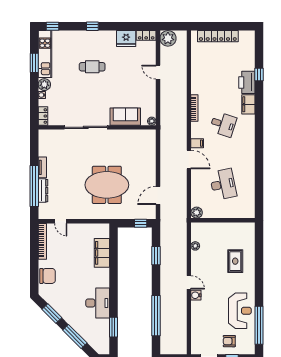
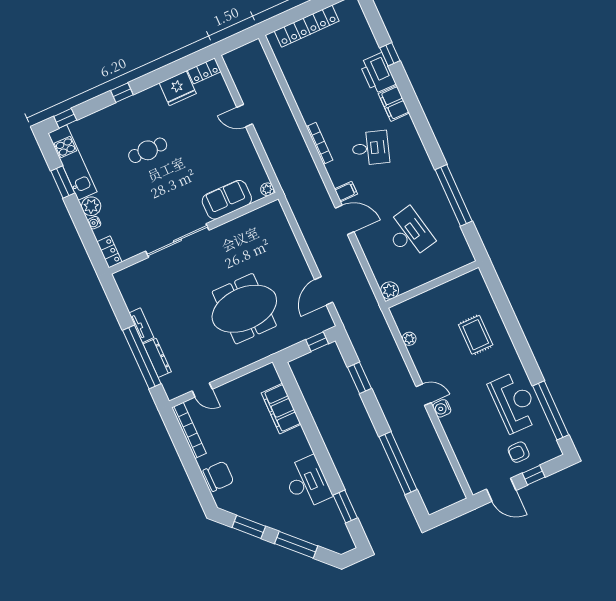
plant: (168, 38) -> (237, 61), removed
window: (259, 174) -> (454, 195), added

